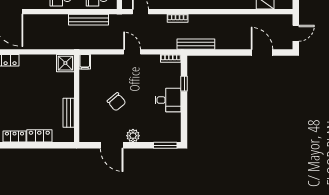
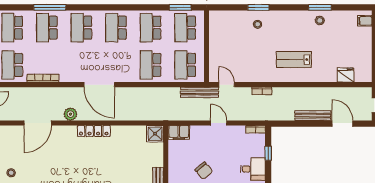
bench: (88, 20) -> (200, 92), moved
bench: (196, 44) -> (313, 116), moved
filing cabinet: (85, 62) -> (179, 132), width x2.00

